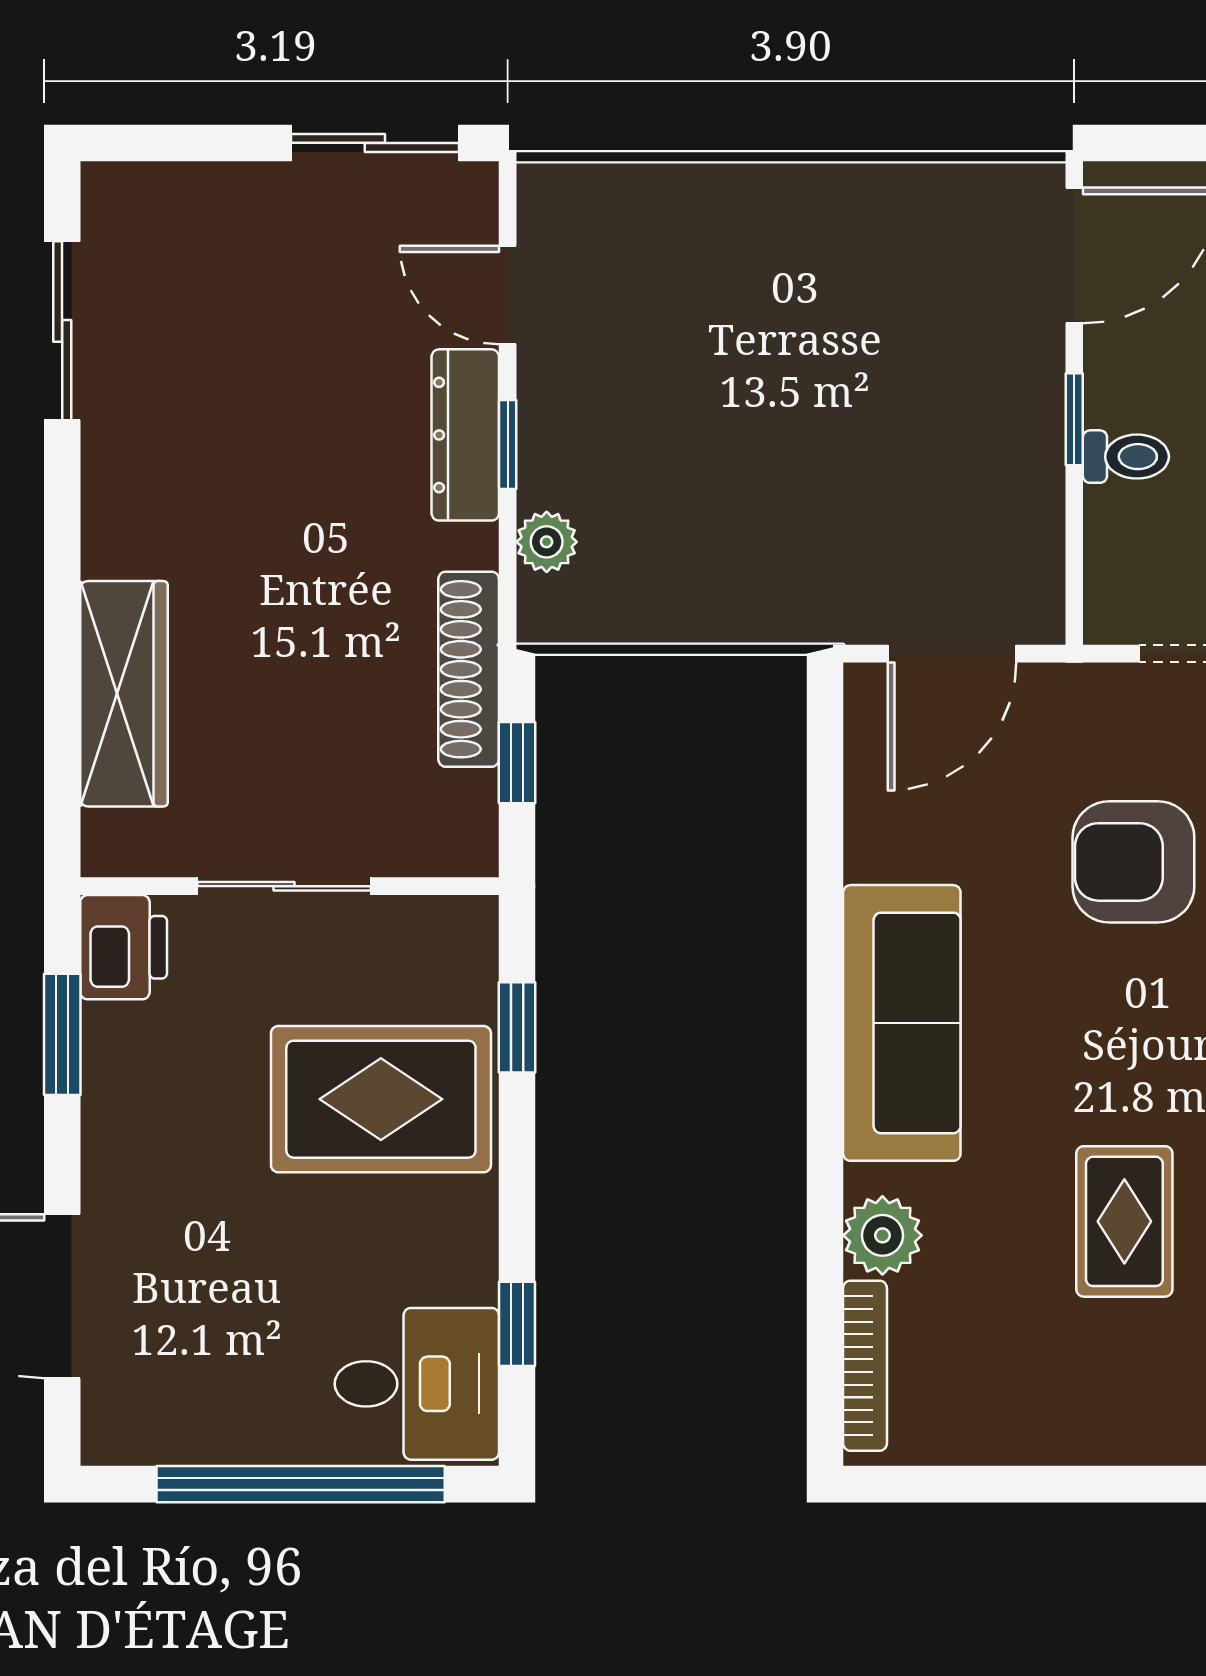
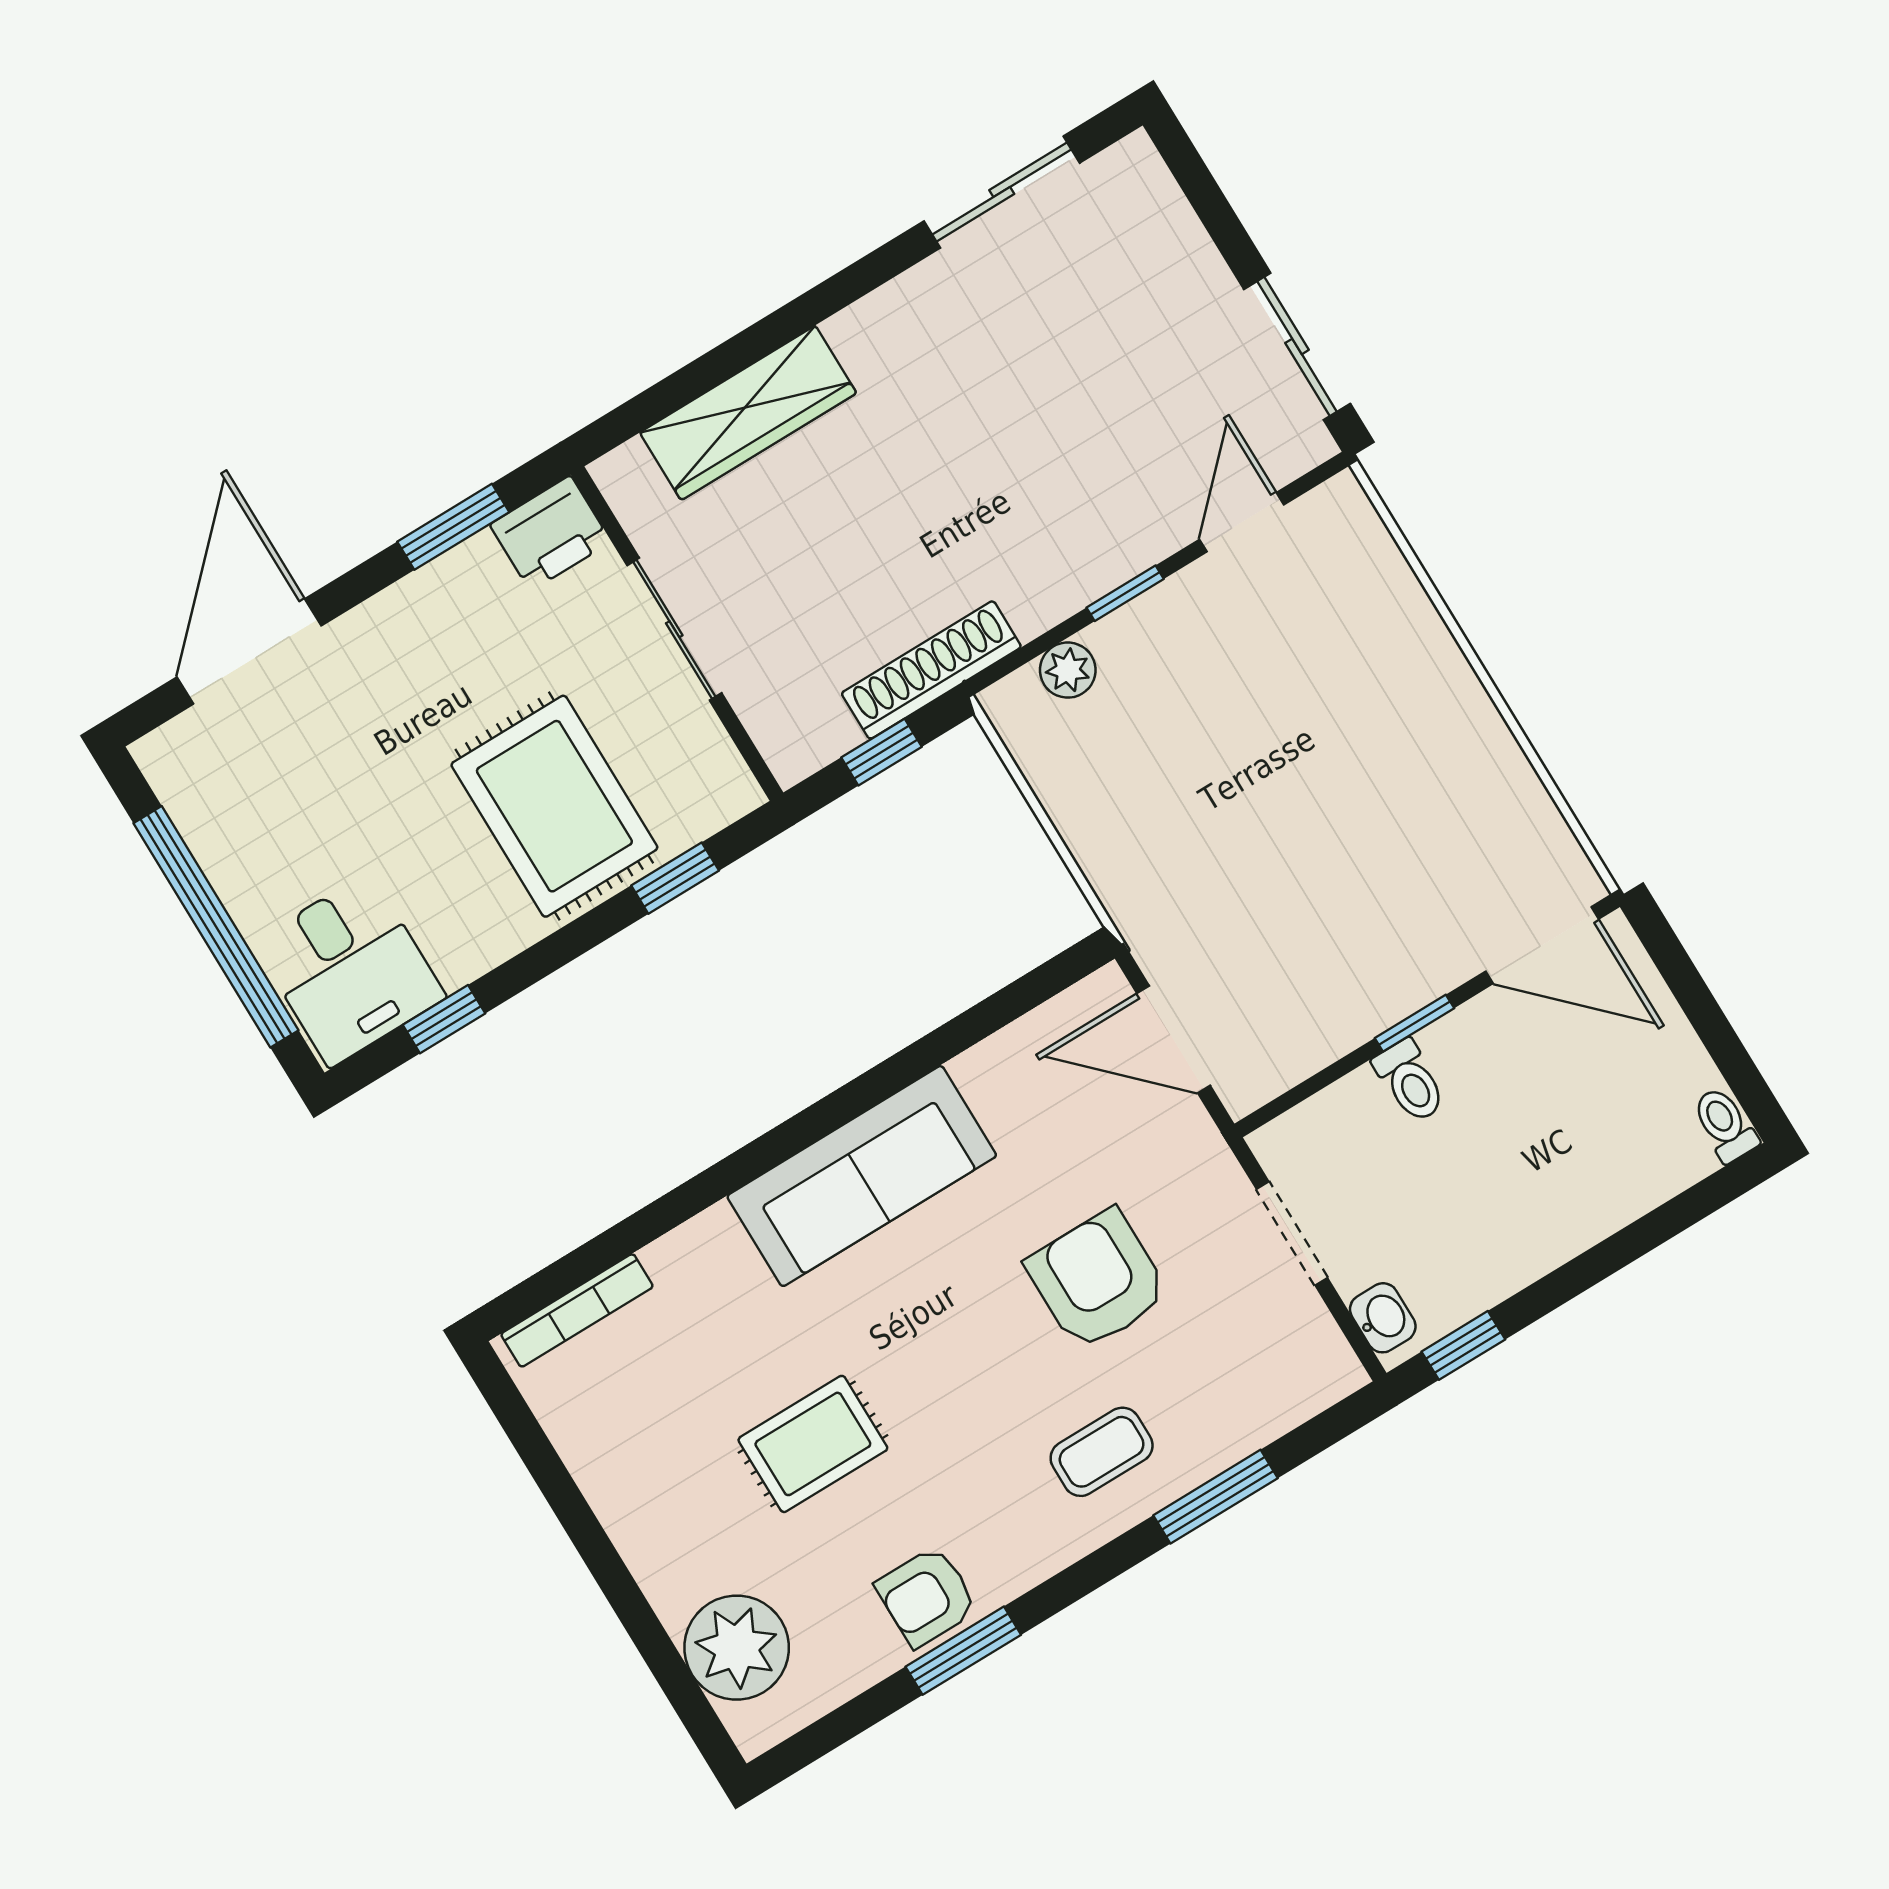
dresser: (465, 435) -> (1112, 556), removed
plant: (882, 1235) -> (687, 1262), removed

